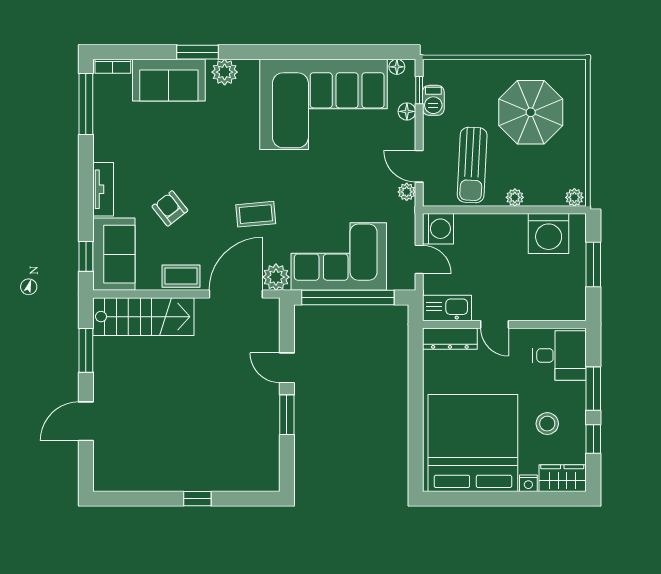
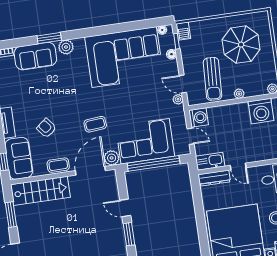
barbecue: (433, 100) -> (183, 31), moved

